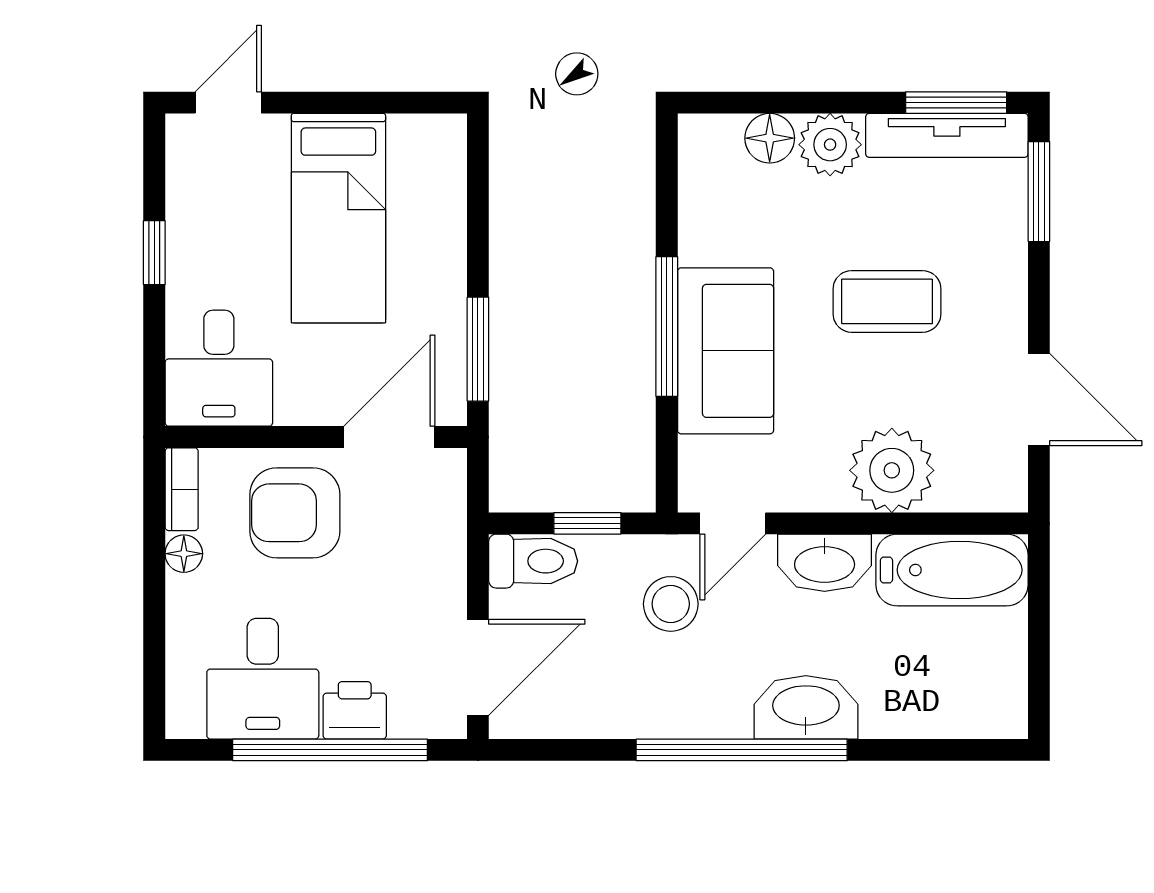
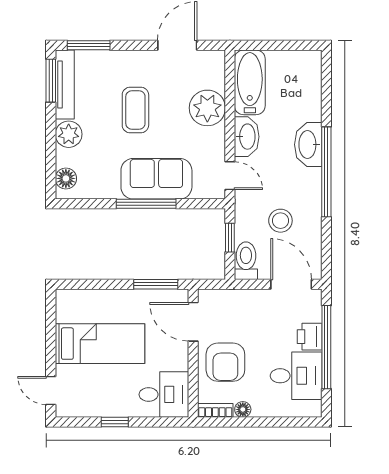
floor lamp: (770, 138) -> (66, 178), moved
stool: (671, 604) -> (280, 221), moved

